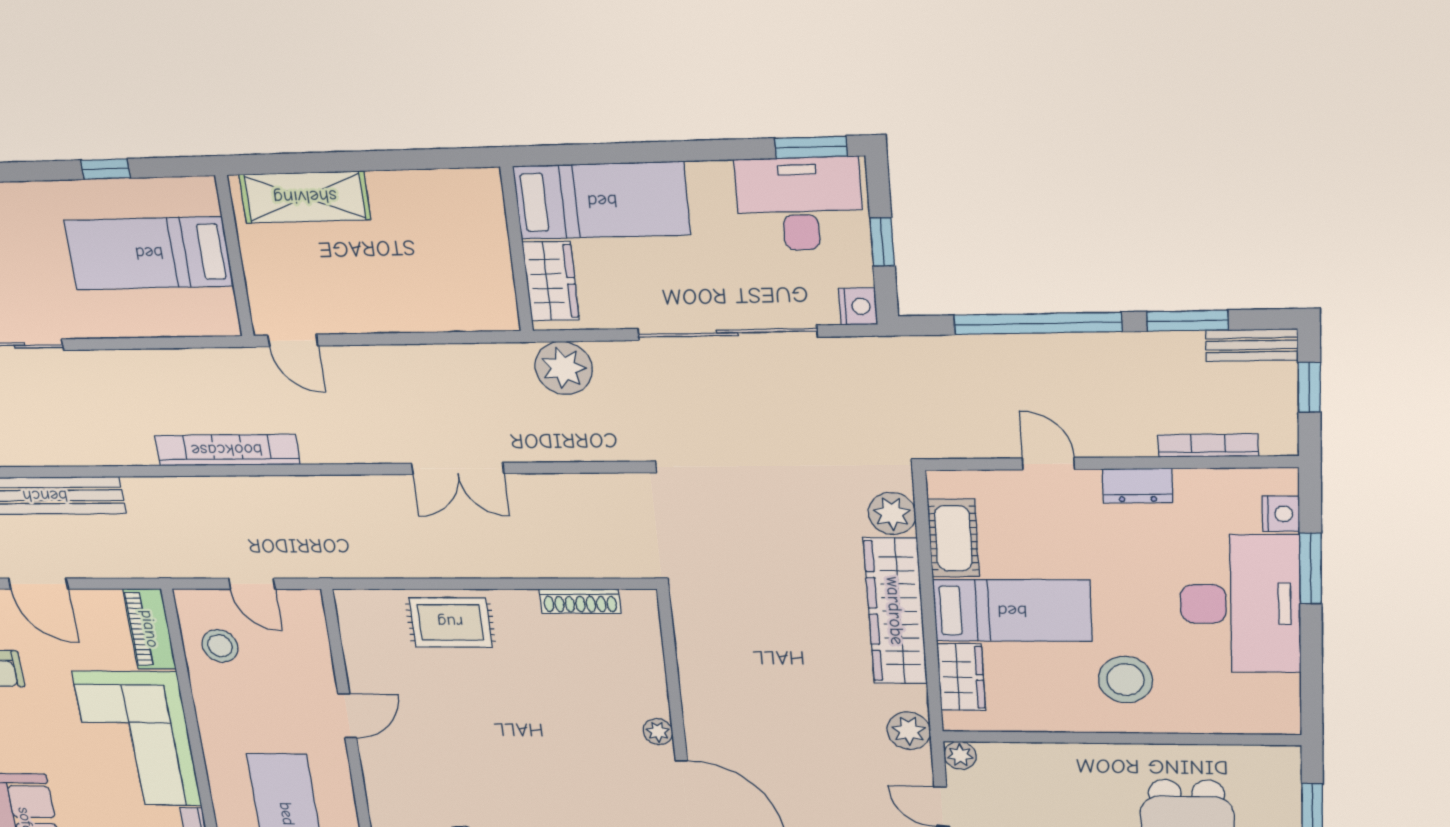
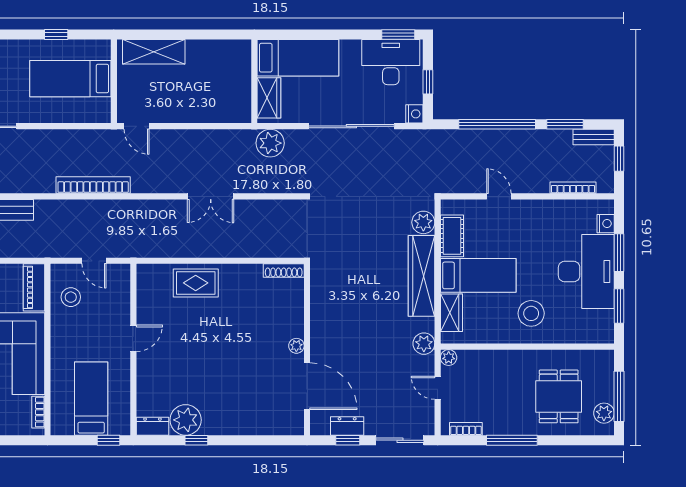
dresser: (1137, 486) -> (540, 208), removed
shoe rack: (580, 601) -> (284, 271), moved
window: (1311, 667) -> (619, 306), added

